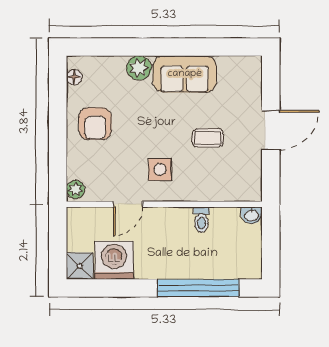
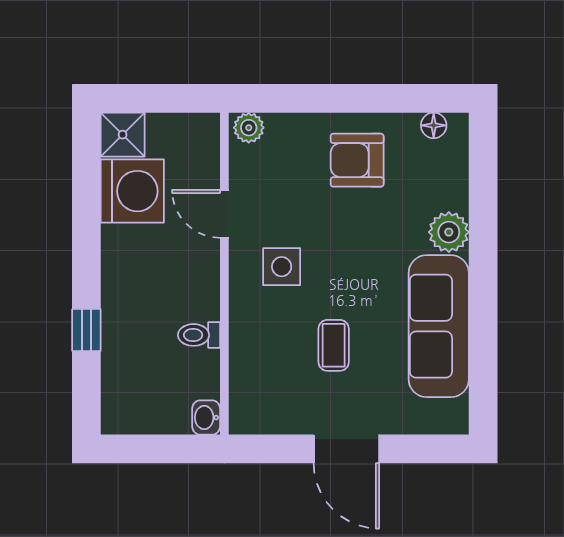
sofa: (185, 74) -> (439, 326), width x1.36
window: (198, 288) -> (86, 330), width x0.32

